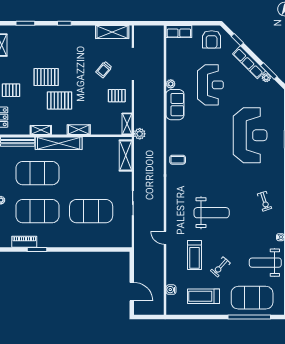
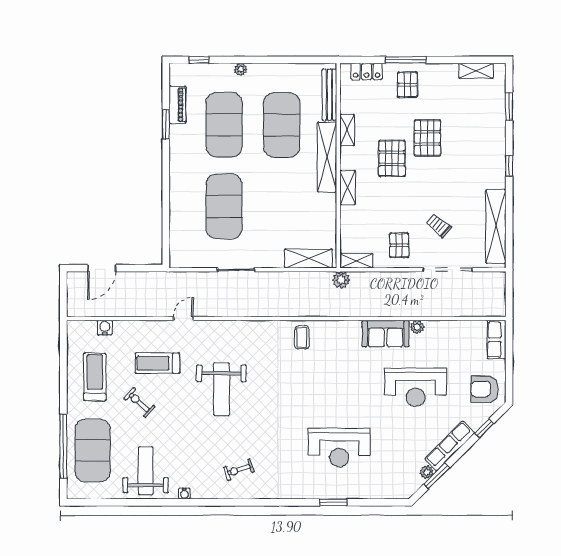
shelving: (112, 32) -> (496, 226), width x1.47
reception desk: (250, 135) -> (339, 448), width x0.74, depth x0.77

